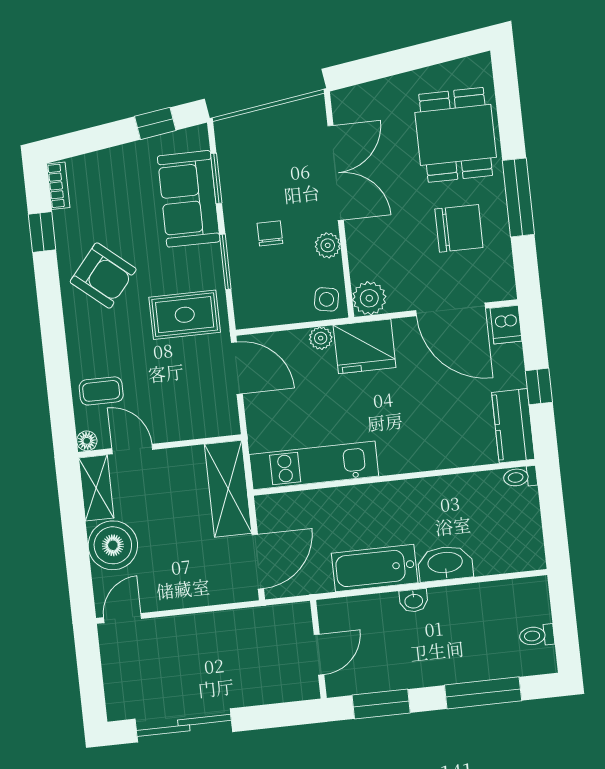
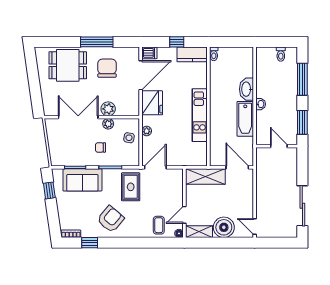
plant: (369, 298) -> (108, 109), moved
side table: (327, 299) -> (129, 138), moved
fridge: (365, 346) -> (152, 103), moved
kitchen unit: (314, 465) -> (200, 115), moved

